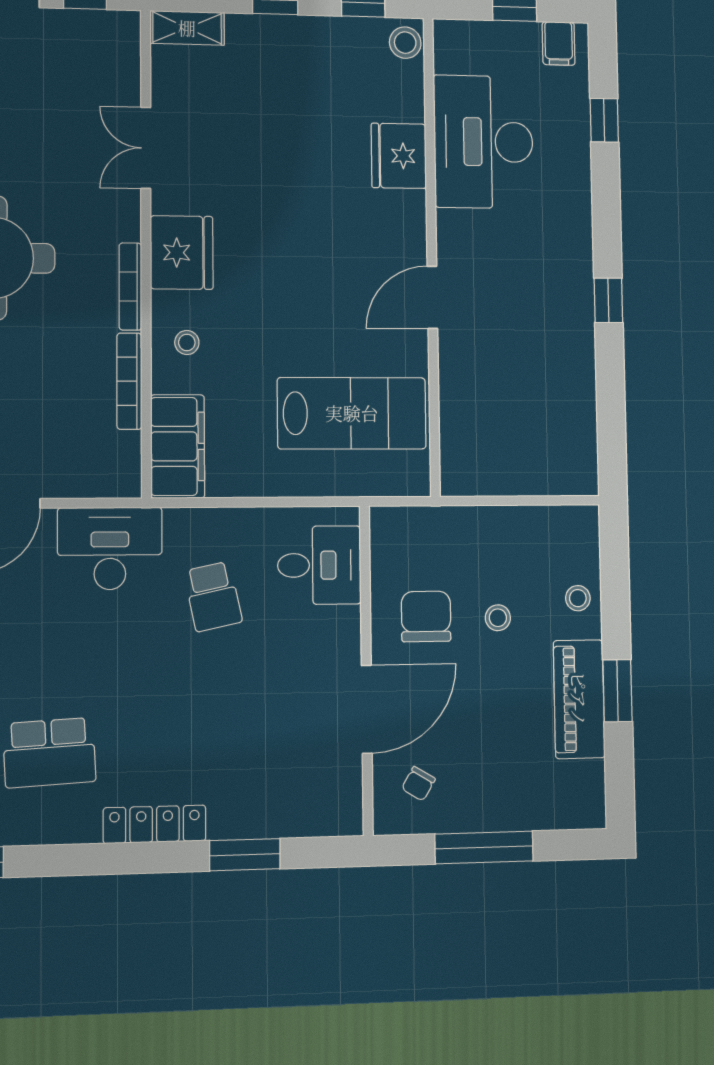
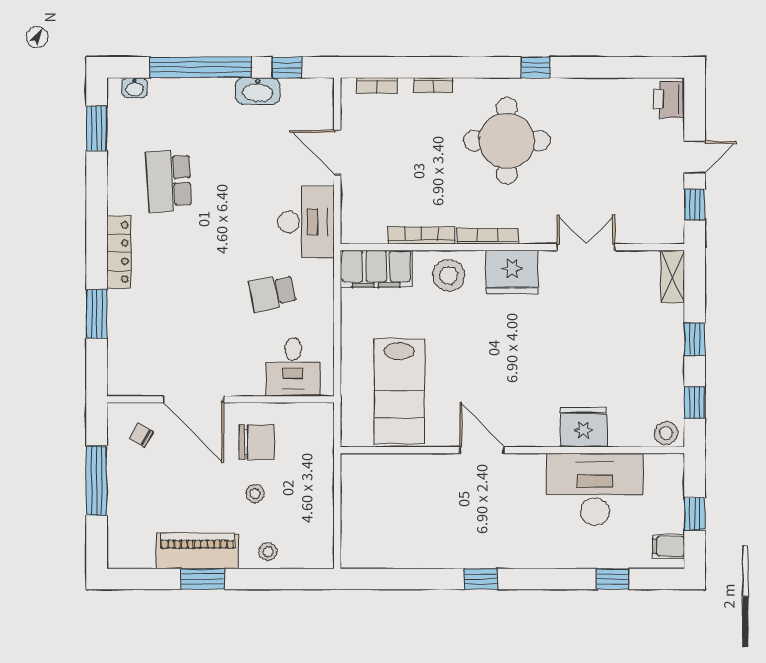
stool: (187, 343) -> (449, 275), width x1.89, depth x1.89

